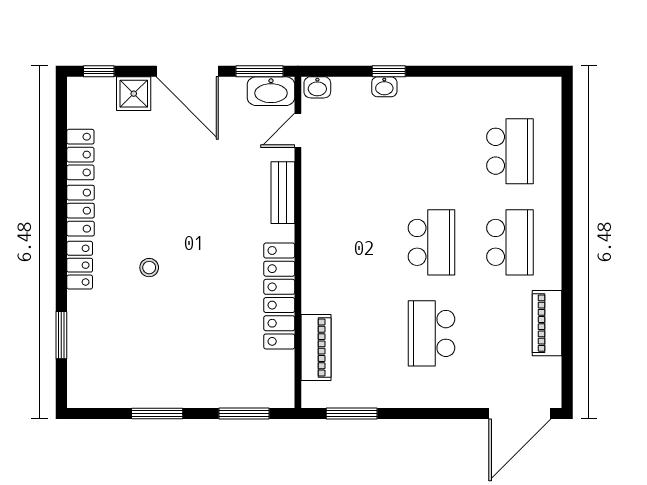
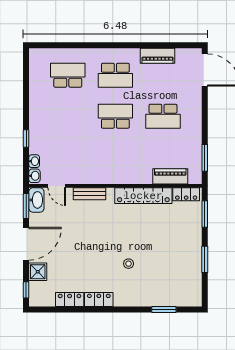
washbasin: (384, 87) -> (34, 161), moved
school desk: (510, 242) -> (115, 75), turned 180
locker: (80, 265) -> (186, 194), moved, turned 180

